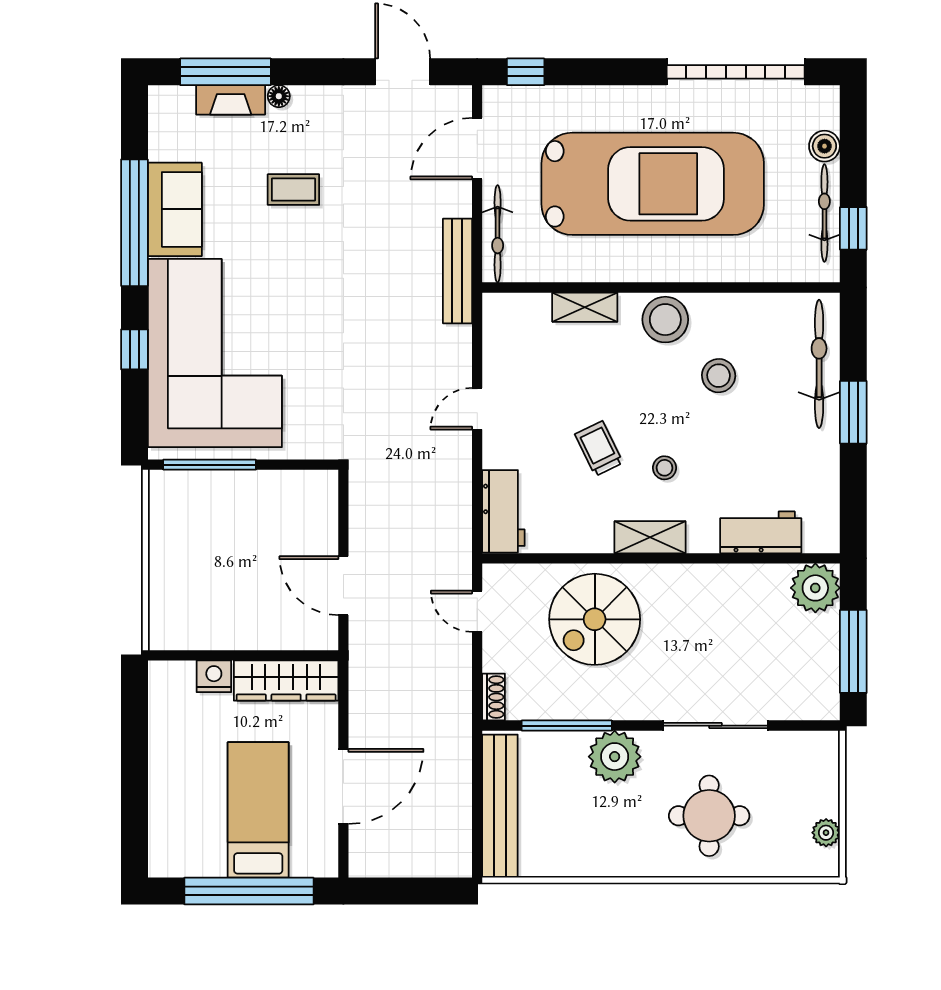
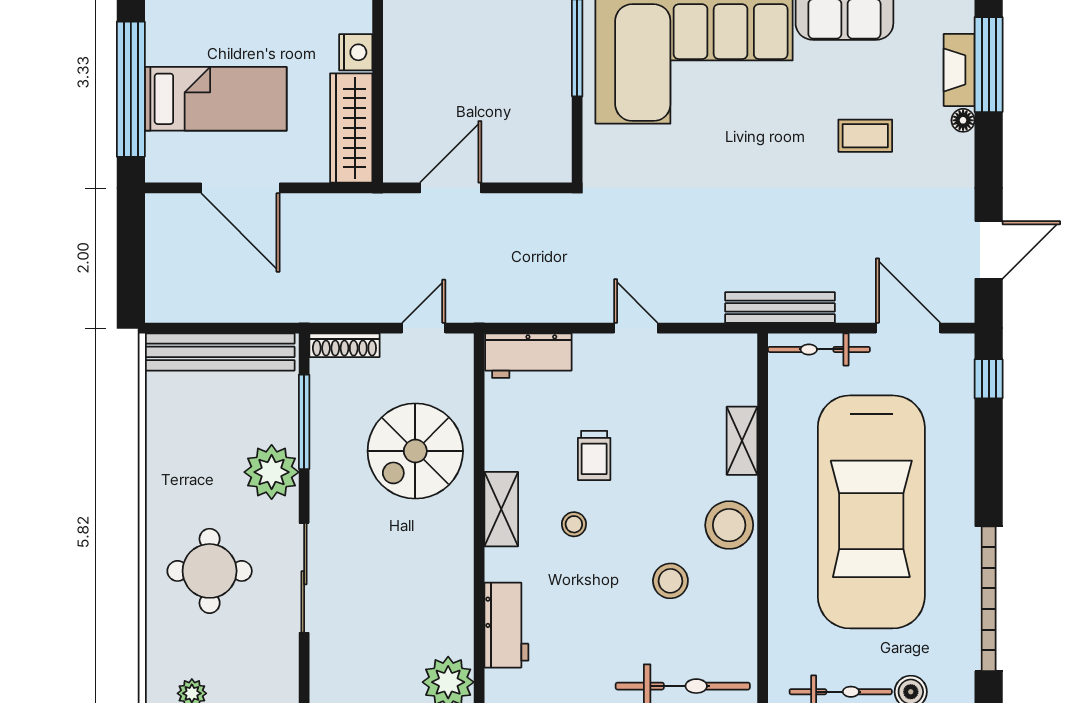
coffee table: (293, 190) -> (865, 136), turned 90
trolley: (599, 449) -> (594, 455), turned 116
spiral stairs: (595, 619) -> (415, 451), turned -90
shoe rack: (494, 697) -> (344, 345), width x1.43

